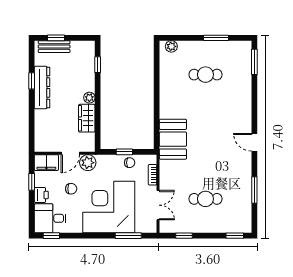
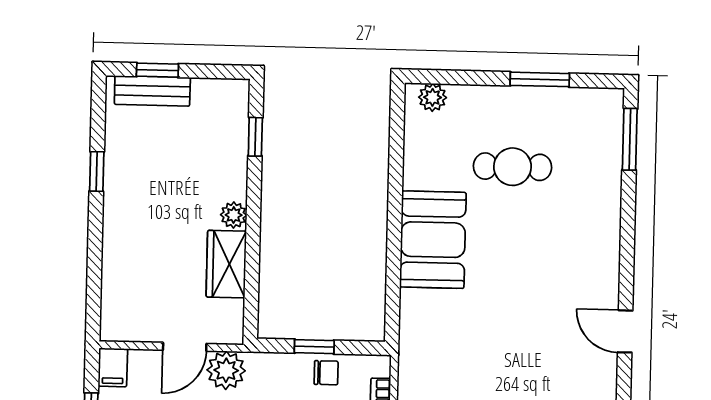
dresser: (42, 87) -> (121, 188), removed
booth: (173, 139) -> (433, 240), moved
filing cabinet: (46, 163) -> (113, 367), width x0.50

